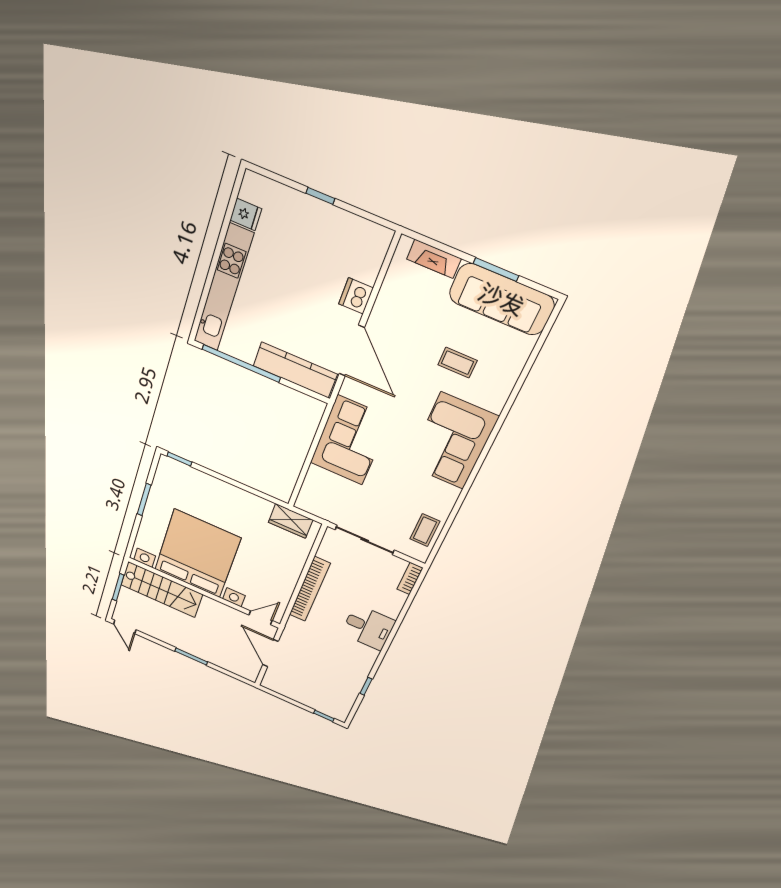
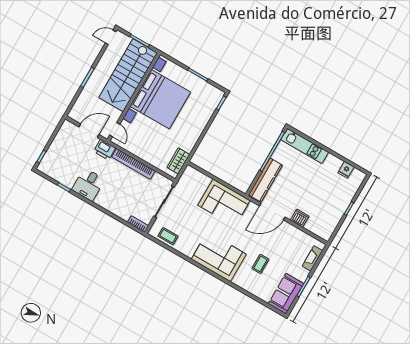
kitchen unit: (223, 288) -> (305, 146), width x0.73
sofa: (502, 299) -> (286, 294), width x0.73
stairs: (162, 590) -> (128, 75), width x1.36, depth x1.51
desk: (368, 627) -> (88, 185), moved
printer: (295, 631) -> (104, 150), added

